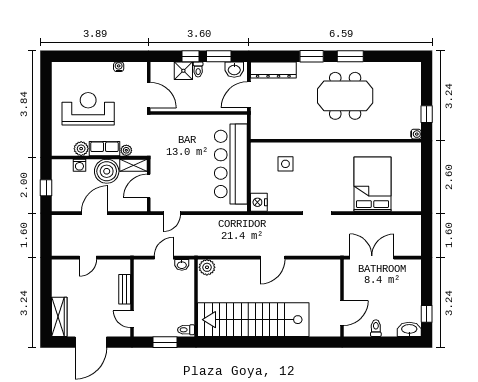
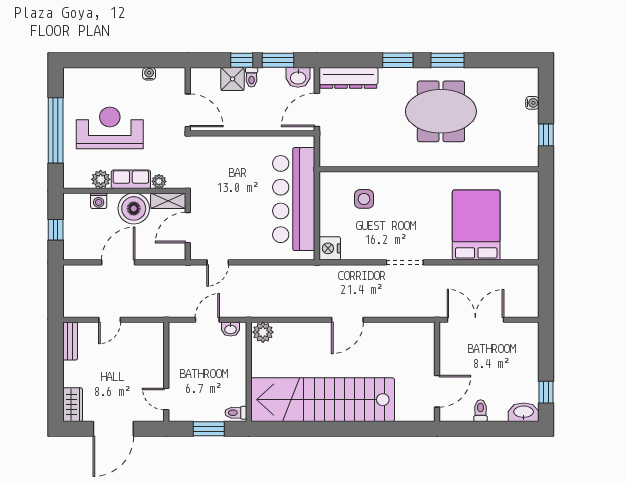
window: (46, 111) -> (56, 130), added
water cooler: (416, 134) -> (532, 103), moved
bench: (125, 289) -> (70, 341), moved
wardrobe: (59, 317) -> (73, 405), width x0.67

